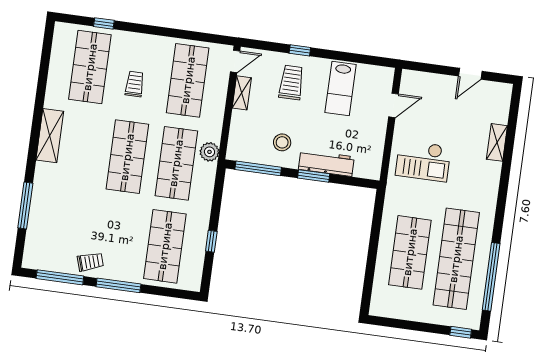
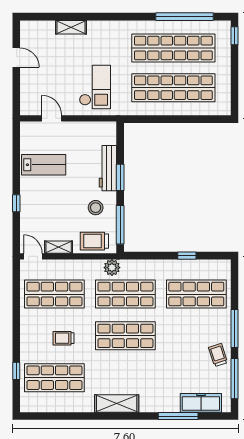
trolley: (291, 83) -> (94, 241), moved
freezer: (37, 234) -> (201, 403), added
shop shelf: (410, 252) -> (173, 88), width x1.40

